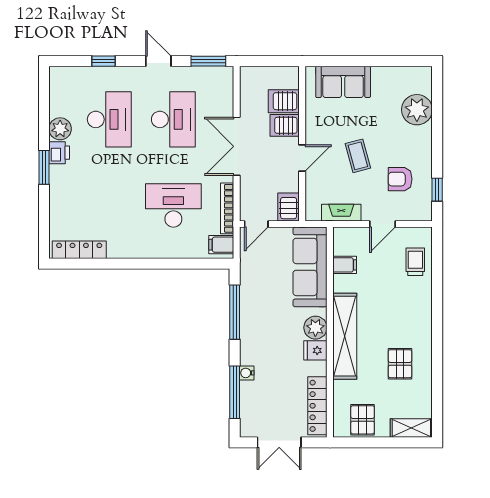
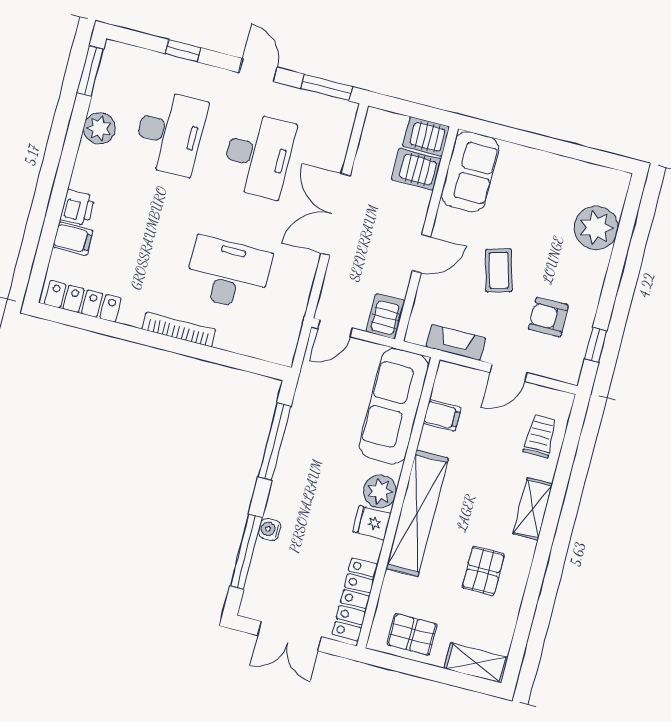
sofa: (343, 82) -> (470, 172), moved, turned -90
server rack: (285, 125) -> (426, 136), moved
printer: (59, 153) -> (78, 208), moved
window: (44, 167) -> (91, 71), moved
bookcase: (227, 208) -> (179, 329), moved, turned 90
filing cabinet: (221, 245) -> (73, 239), moved, turned 180
shelving: (423, 313) -> (533, 509), added
pallet: (363, 420) -> (412, 634), turned 90

